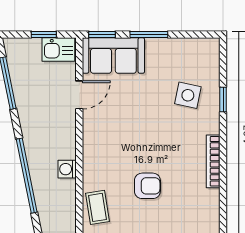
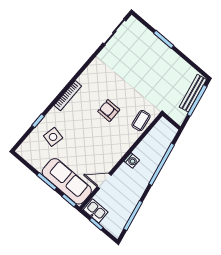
sofa: (113, 56) -> (67, 181), width x1.36
washing machine: (67, 169) -> (132, 161), moved

